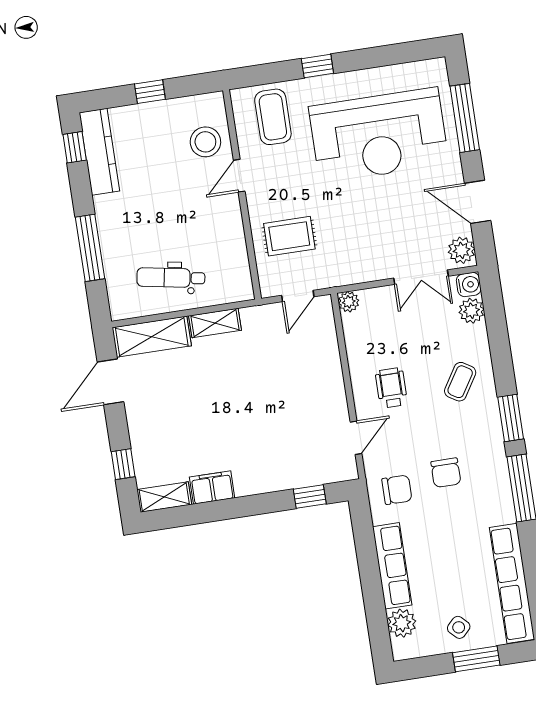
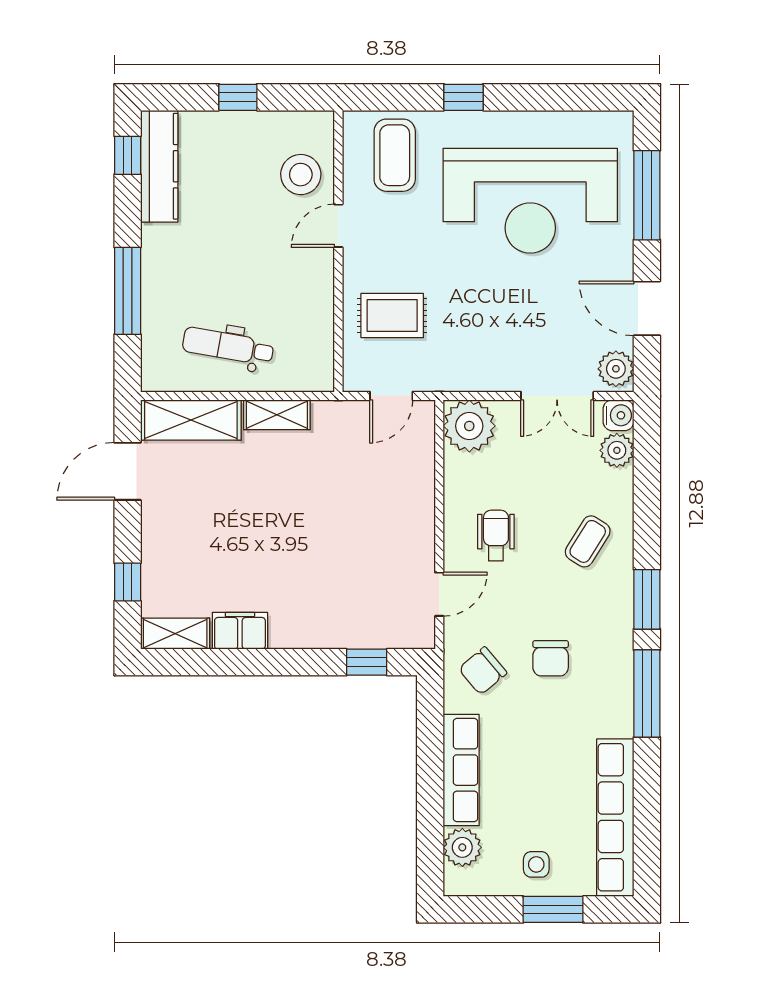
plant: (349, 302) -> (469, 426), width x1.87, depth x1.87
chair: (397, 490) -> (483, 671), turned 140
side table: (459, 627) -> (536, 864), turned 45

